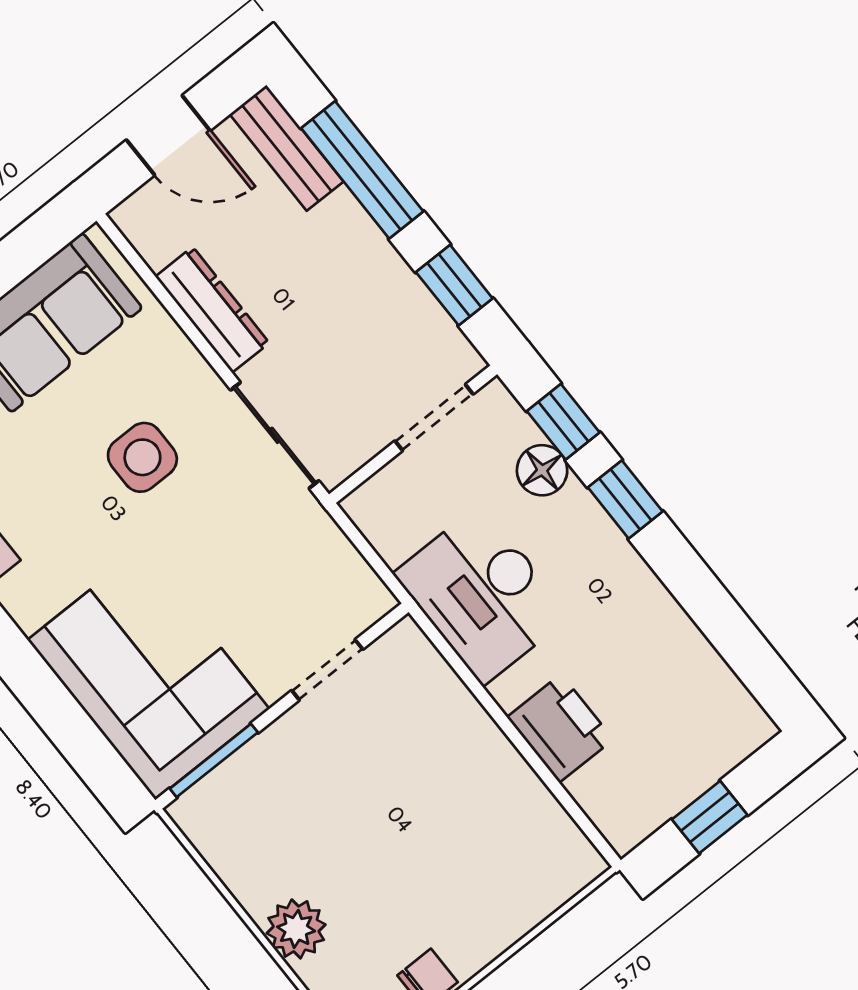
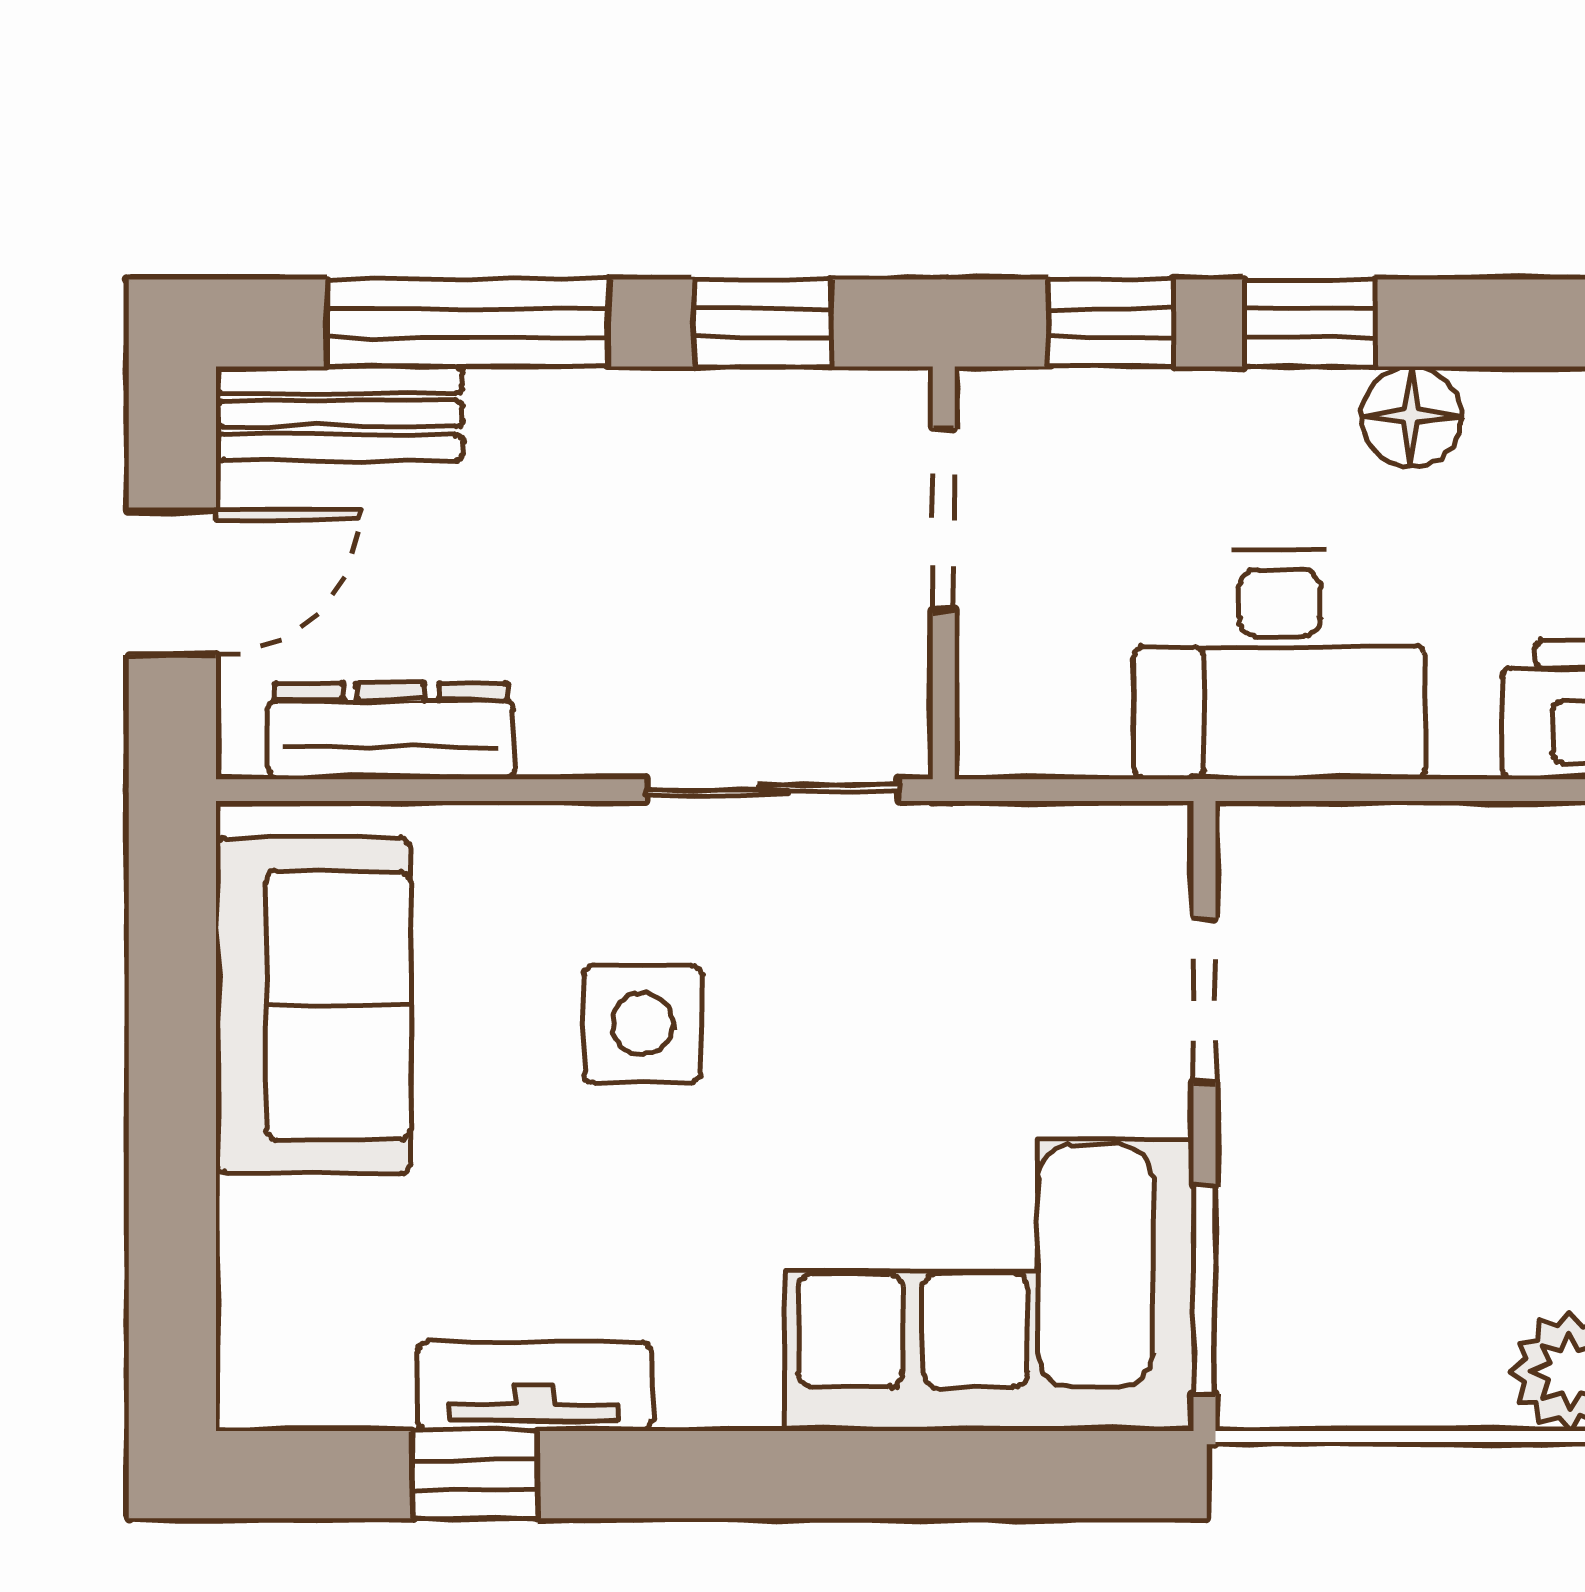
dresser: (212, 310) -> (391, 731), moved
floor lamp: (542, 470) -> (1411, 417), moved

